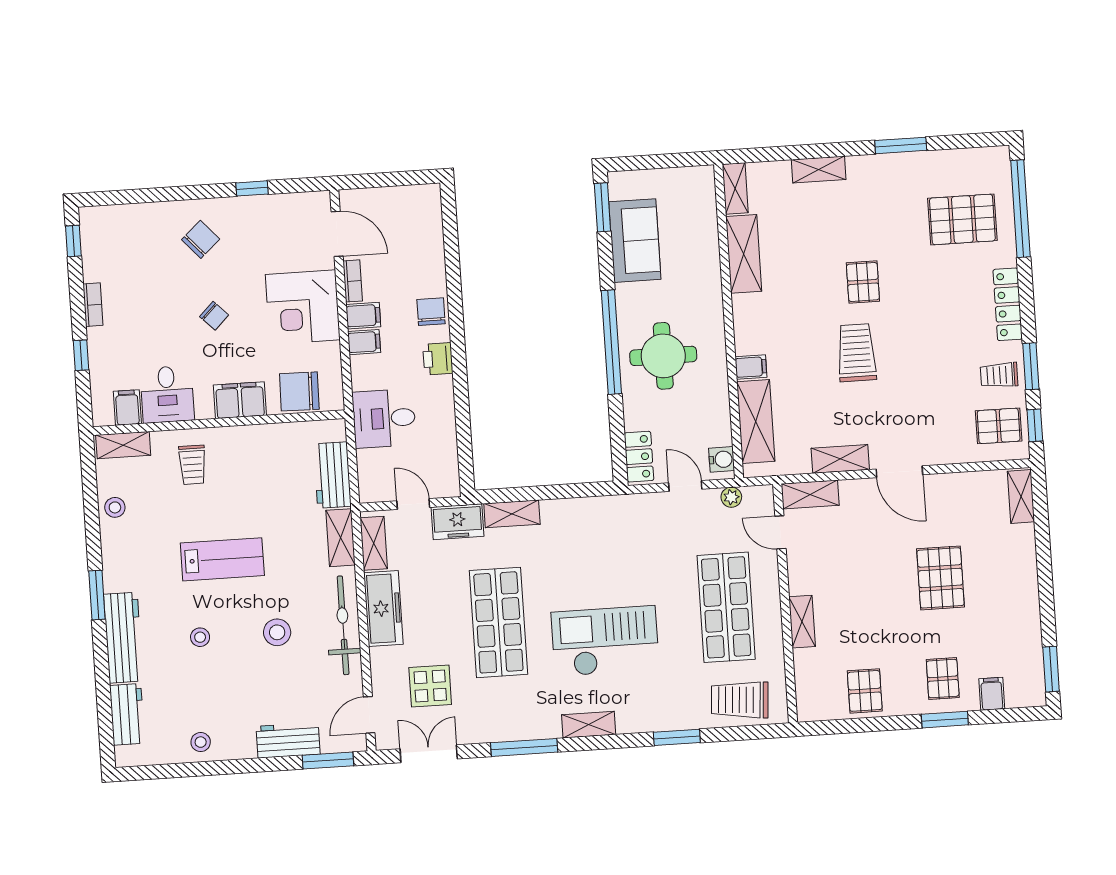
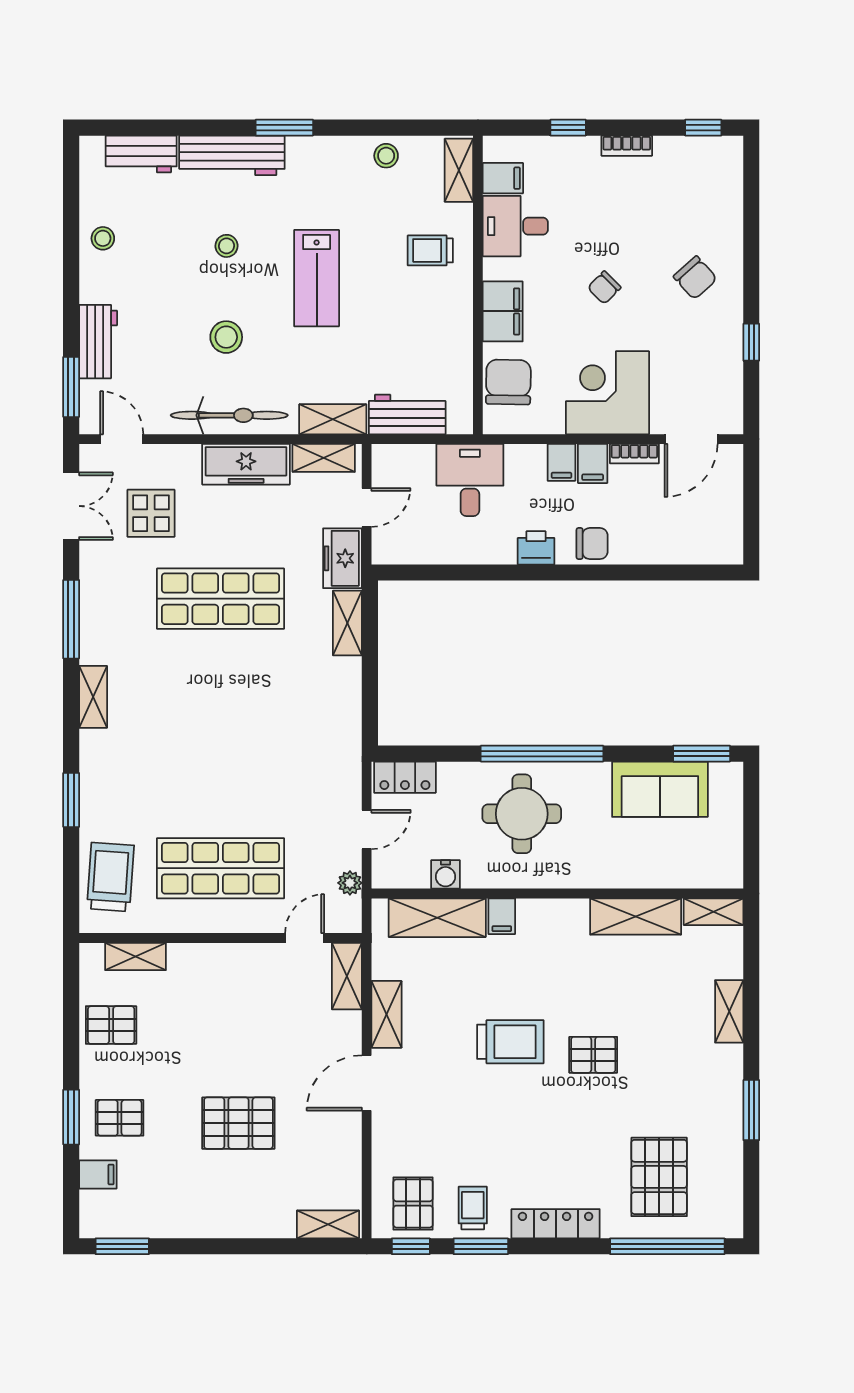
water cooler: (722, 459) -> (446, 874), moved
shelving: (802, 622) -> (136, 956), moved
checkout: (605, 641) -> (190, 723), removed

